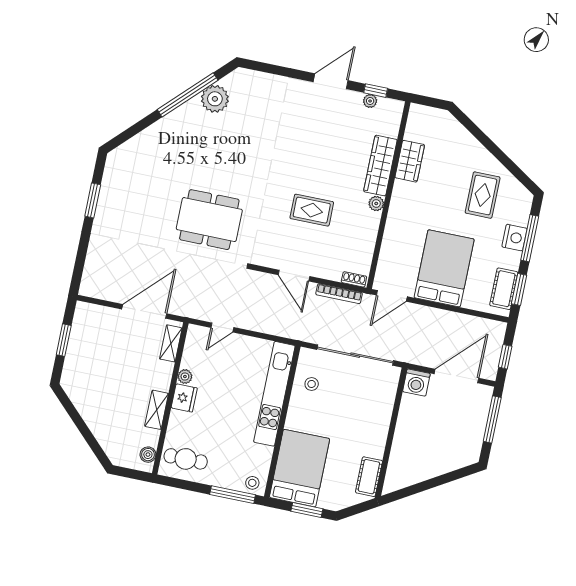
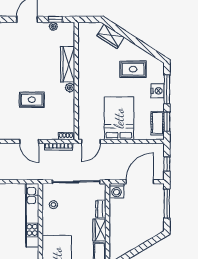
wardrobe: (410, 161) -> (111, 36), moved, turned 123
rug: (483, 195) -> (133, 69), turned 90
dresser: (385, 406) -> (101, 209), added
wardrobe: (376, 439) -> (99, 230), added

